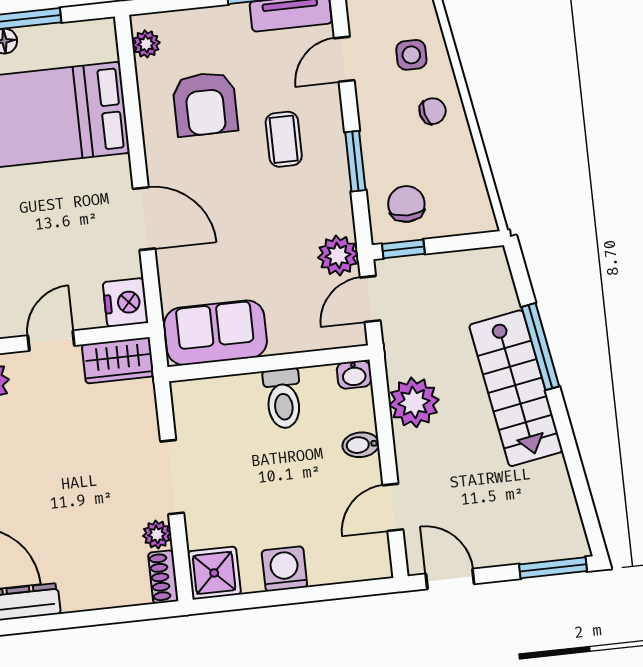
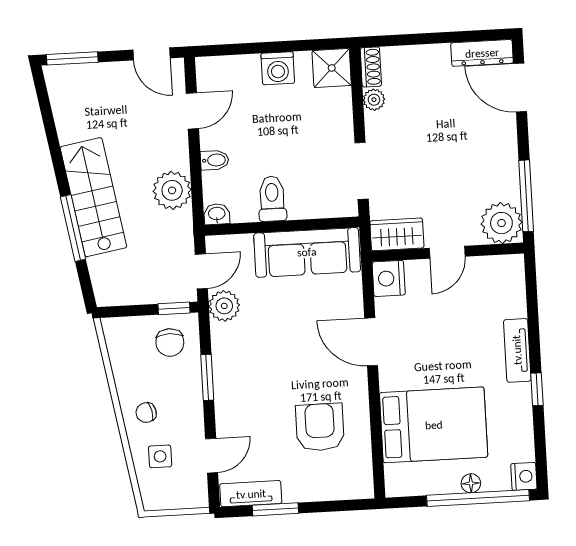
plant: (146, 44) -> (363, 475), removed
coffee table: (284, 139) -> (261, 397), removed
sofa: (216, 333) -> (307, 252), width x1.36
doorway: (172, 477) -> (362, 171), moved

